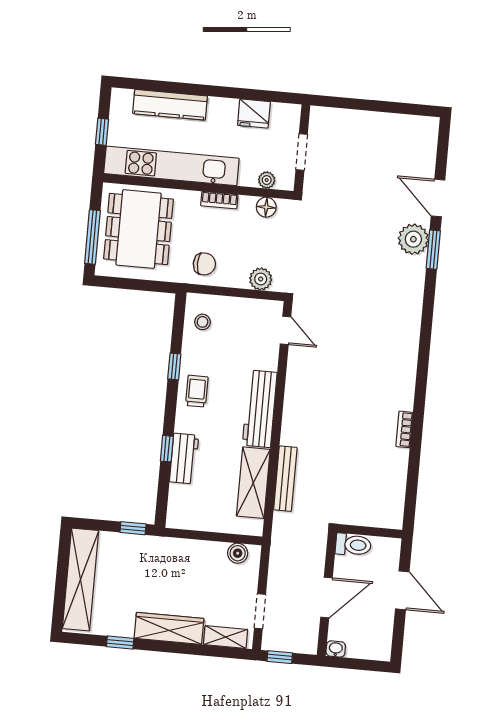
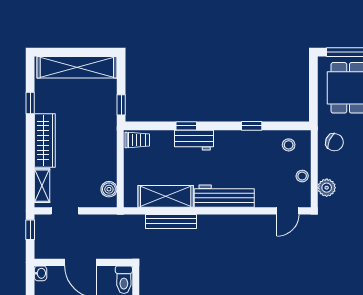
chair: (204, 264) -> (334, 142), turned -66
stool: (243, 309) -> (302, 176), added
trolley: (197, 391) -> (137, 140), moved
workbench: (184, 459) -> (194, 140), moved

